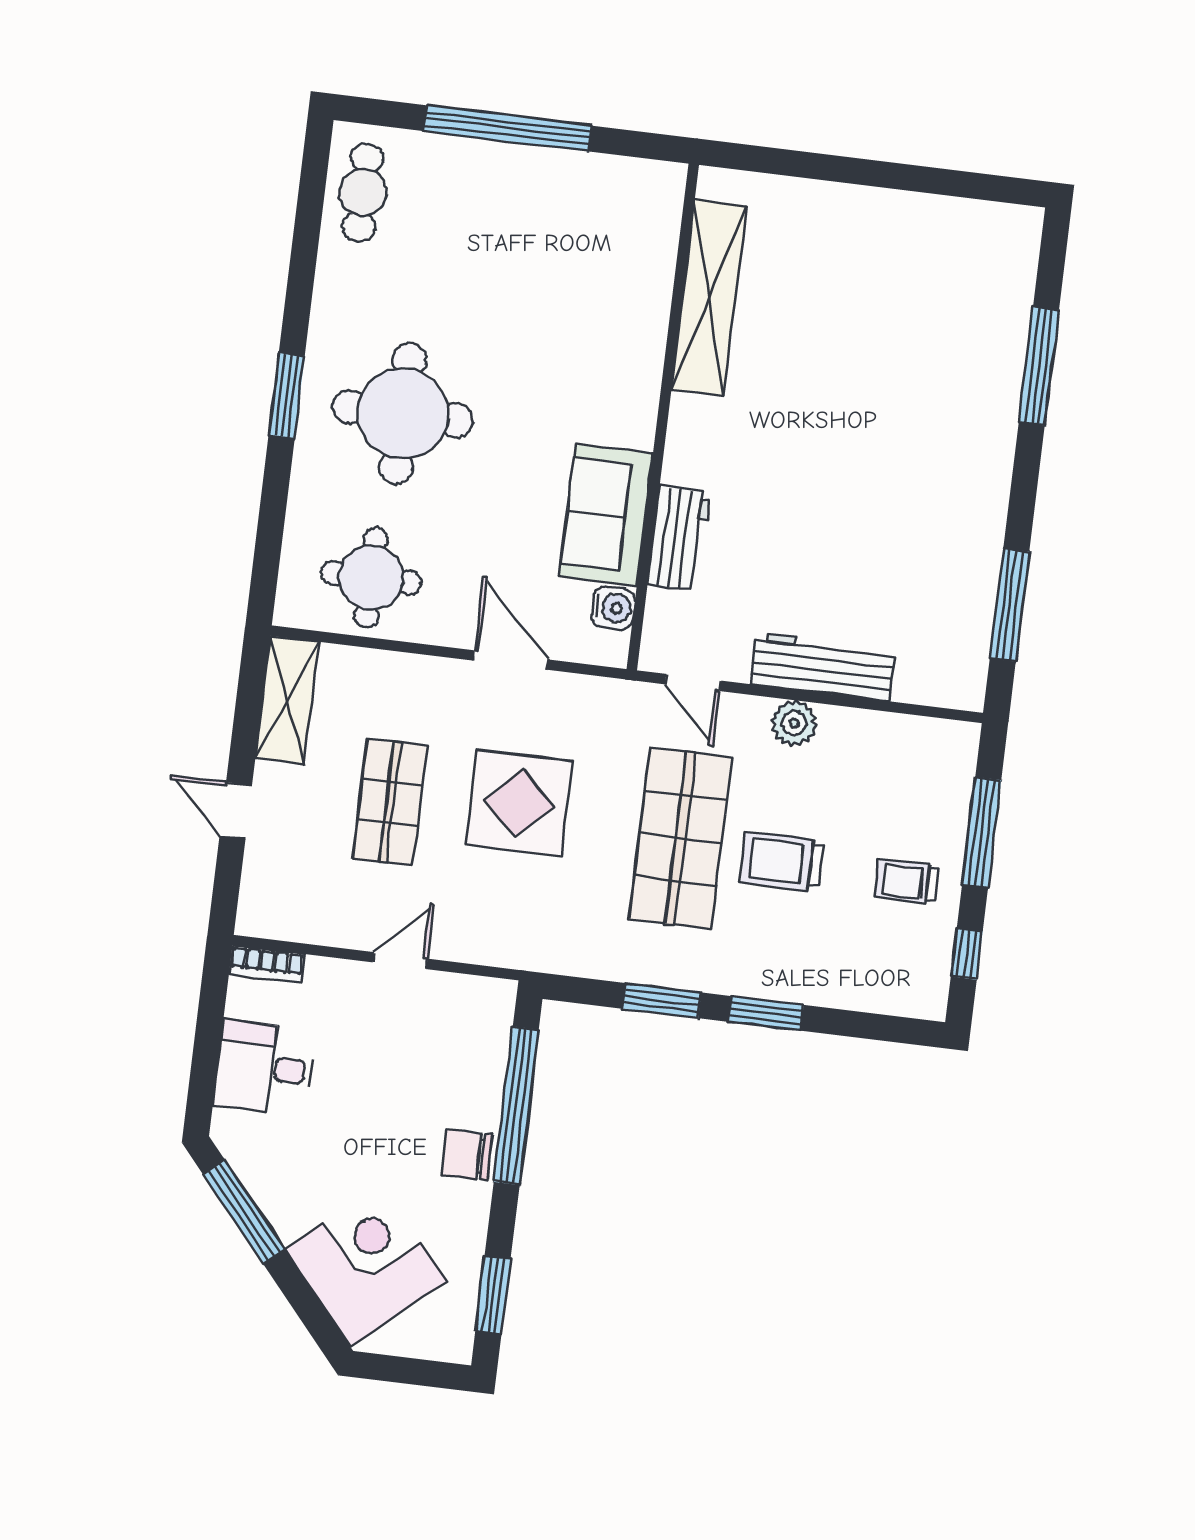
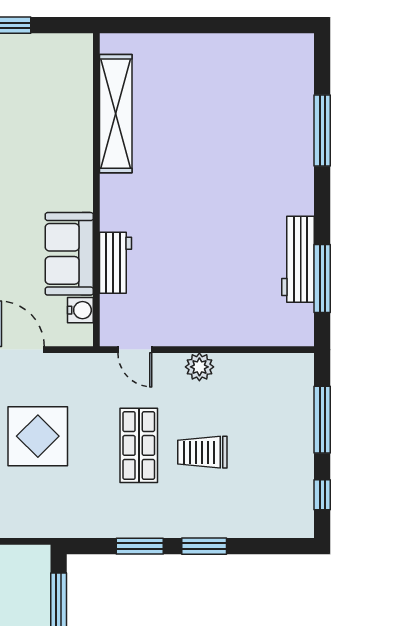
workbench: (823, 667) -> (298, 259), moved, turned -90
shop shelf: (680, 838) -> (139, 445), width x0.70, depth x0.74
trolley: (906, 881) -> (280, 455), removed

